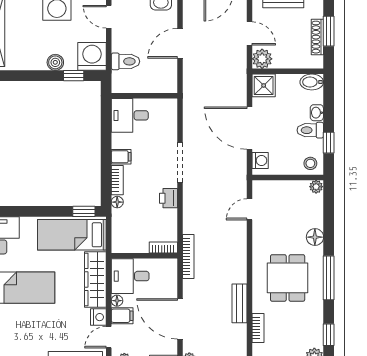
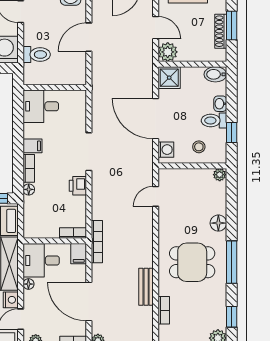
stool: (310, 163) -> (199, 147), moved
dining table: (288, 278) -> (192, 262), turned 90
filing cabinet: (122, 316) -> (79, 254), moved, turned 90

